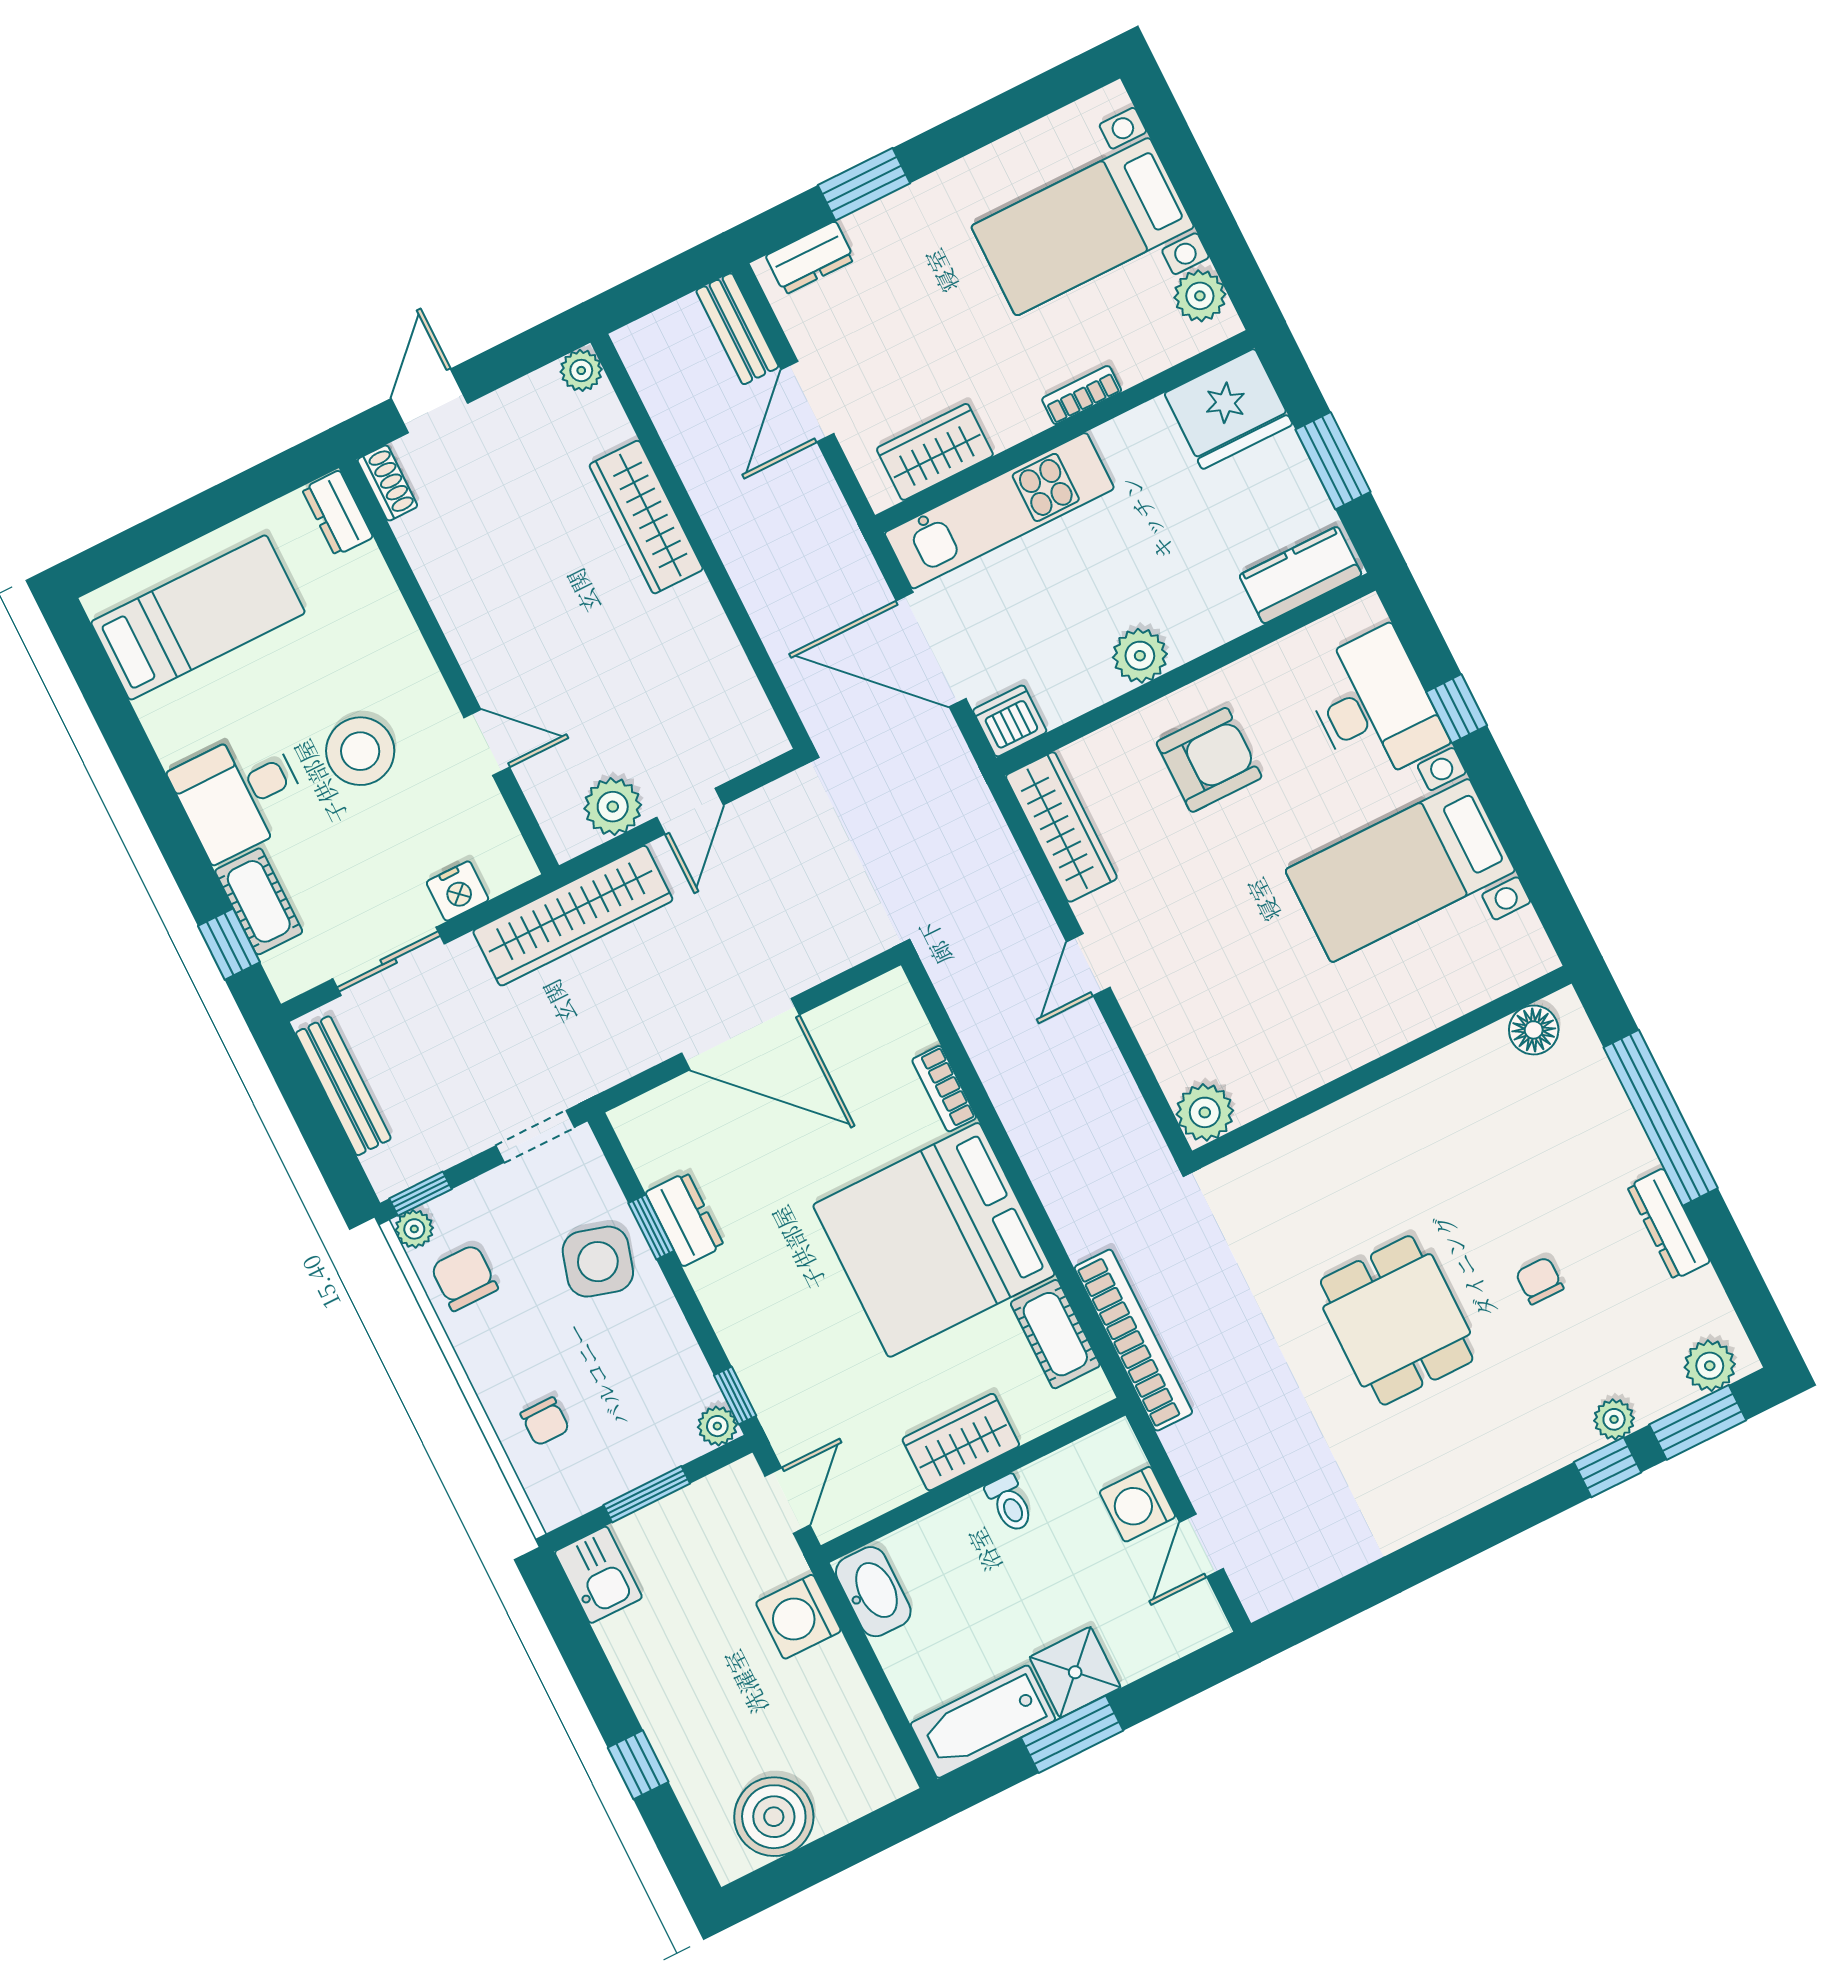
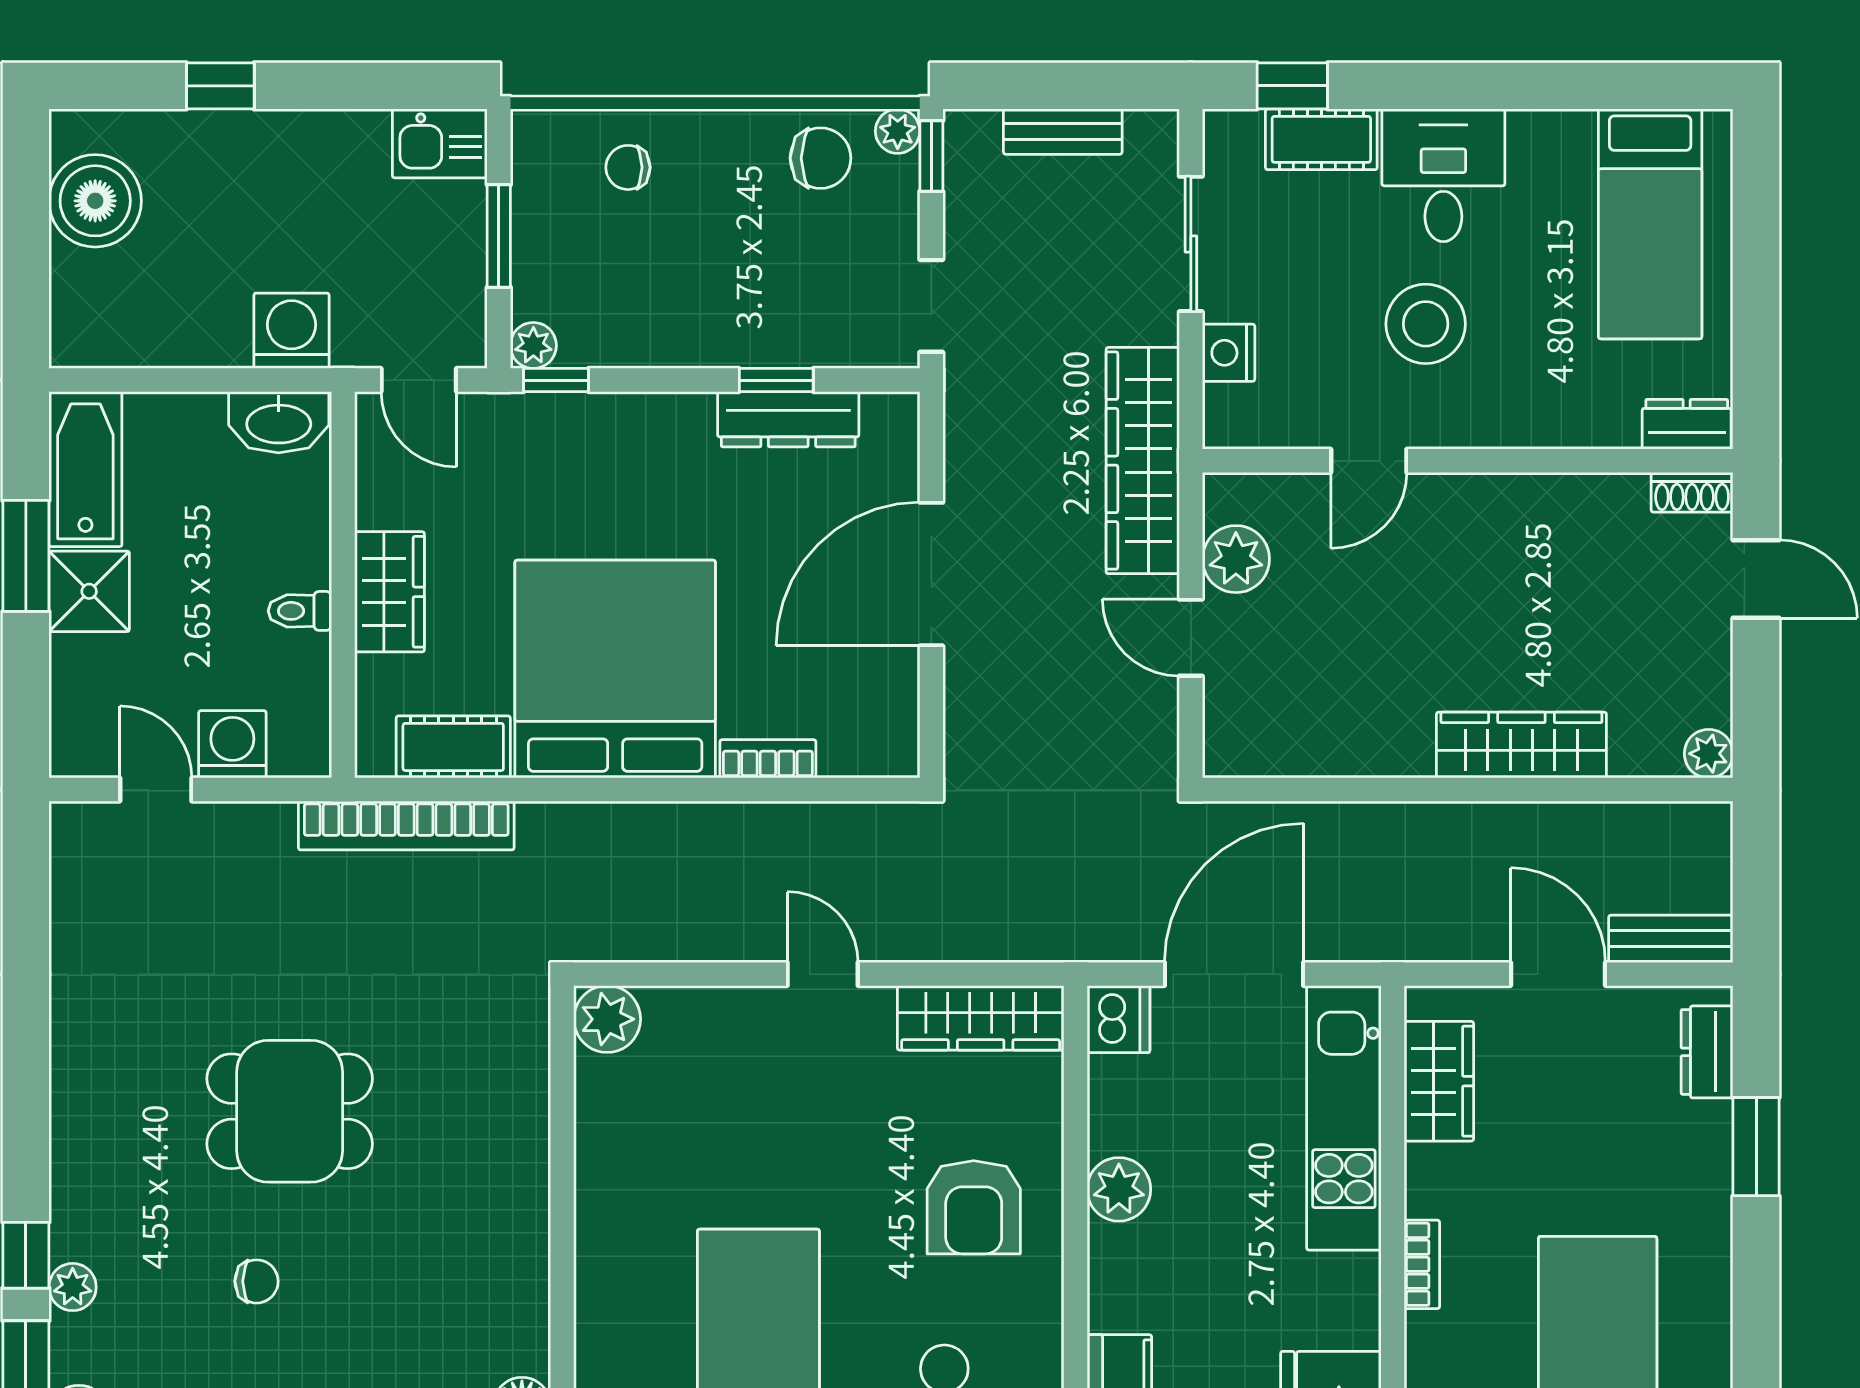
bench: (343, 1086) -> (1063, 132), width x0.73
dresser: (685, 1219) -> (788, 419), width x1.44
side table: (598, 1262) -> (768, 306), removed

